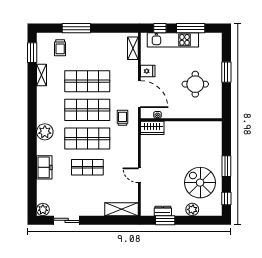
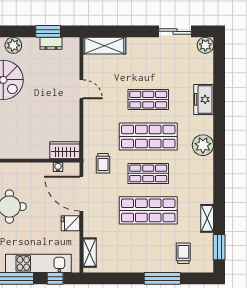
shop shelf: (87, 110) -> (148, 173), width x0.70, depth x0.74

